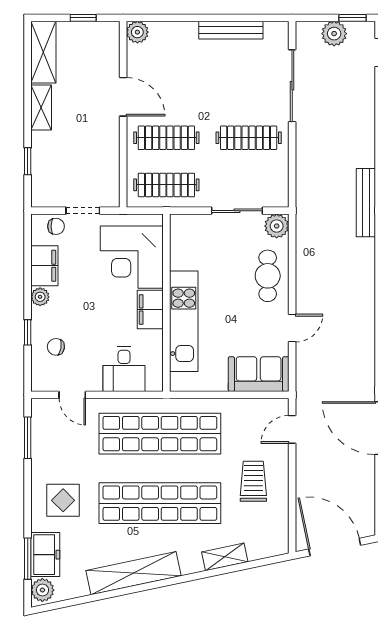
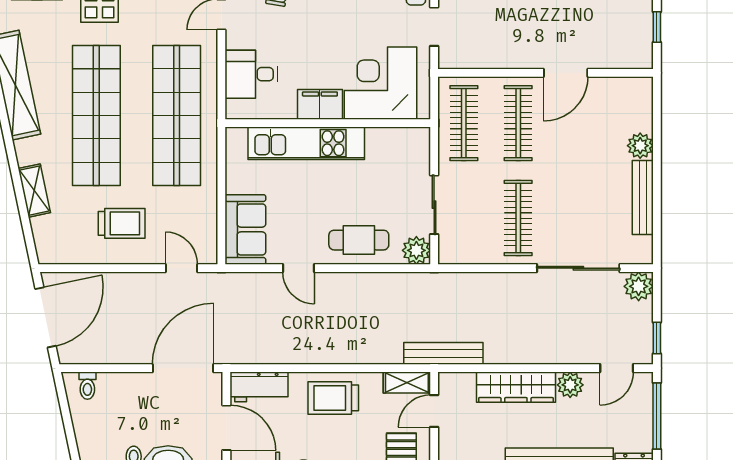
plant: (137, 32) -> (640, 146), moved
plant: (334, 34) -> (639, 286), moved

